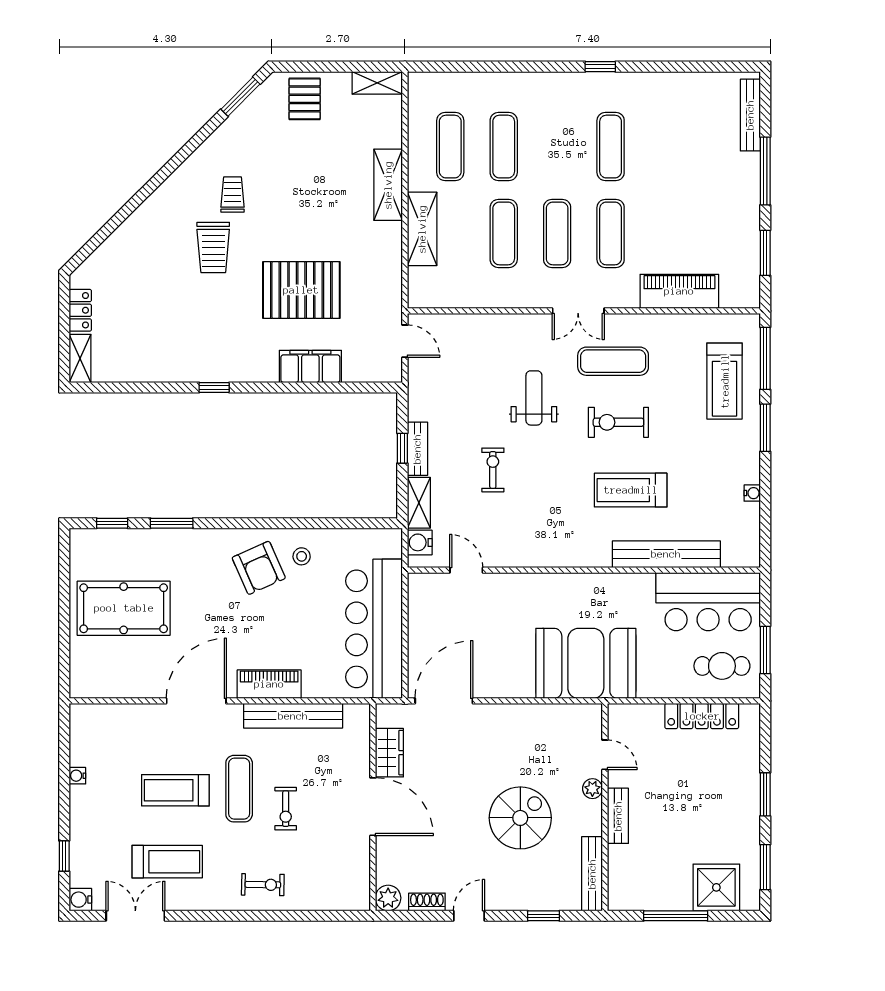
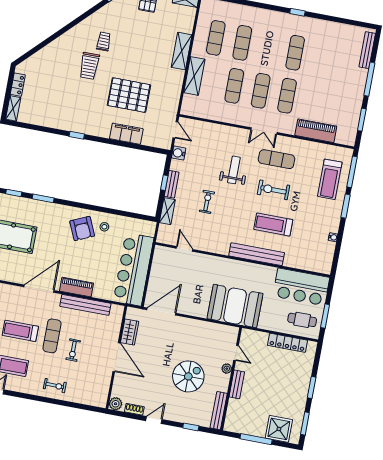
water cooler: (420, 542) -> (179, 153), moved
bench: (666, 554) -> (257, 254), moved

